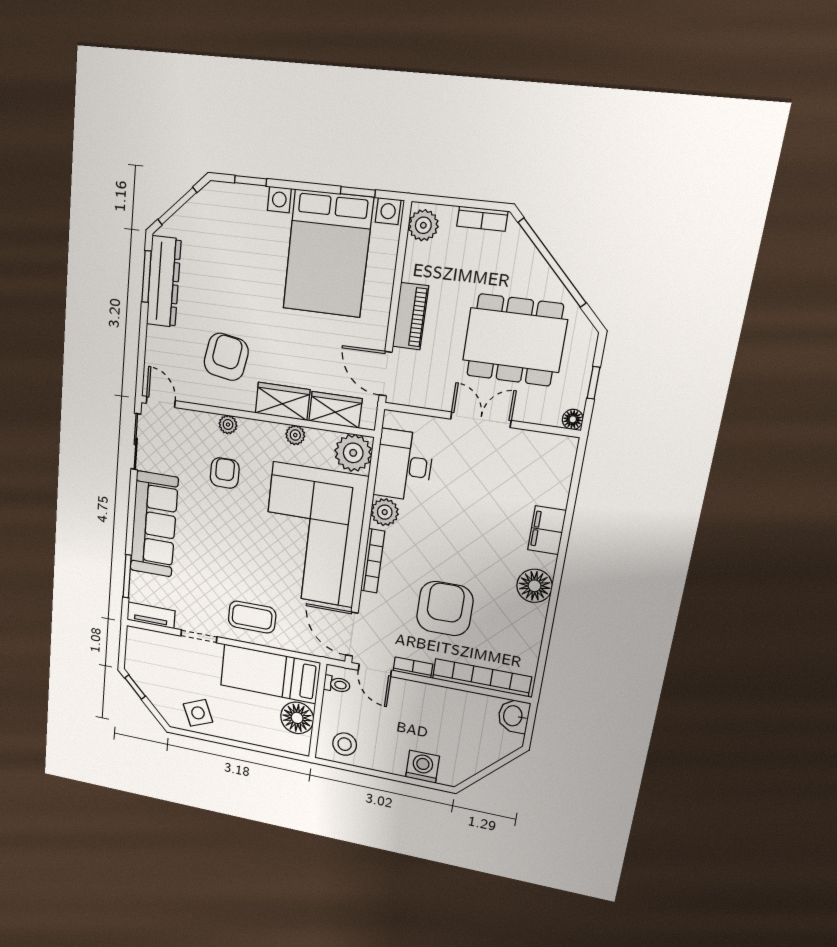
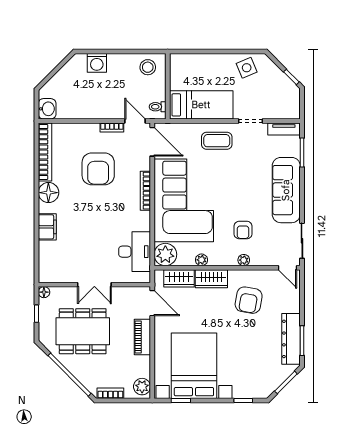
plant: (385, 512) -> (142, 222), removed
bookcase: (482, 678) -> (45, 152), moved, turned -90
floor lamp: (297, 718) -> (180, 79), removed

